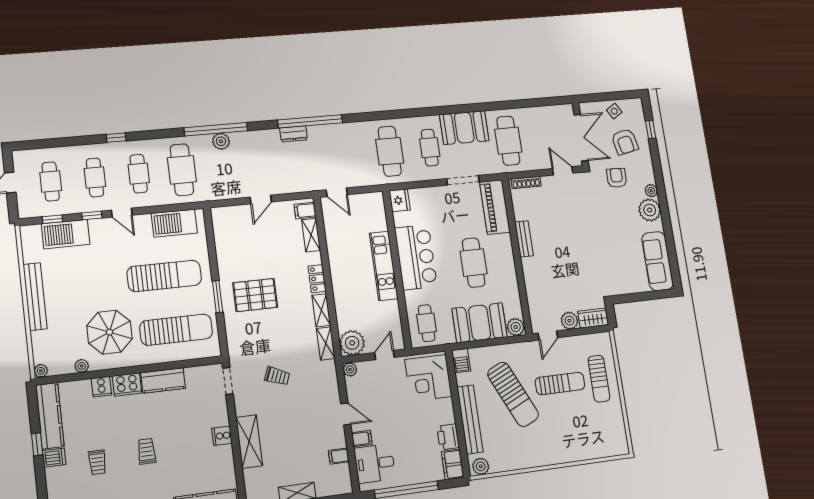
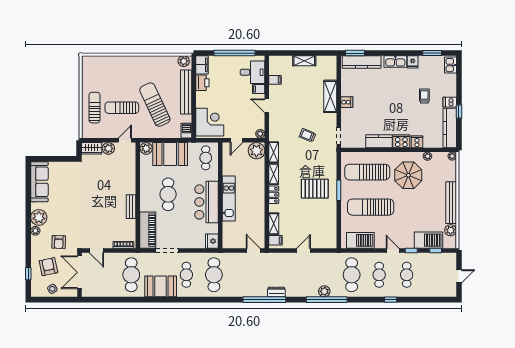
cafe table: (51, 181) -> (434, 275), removed
plant: (31, 253) -> (451, 230), added
trolley: (147, 451) -> (394, 99), removed

